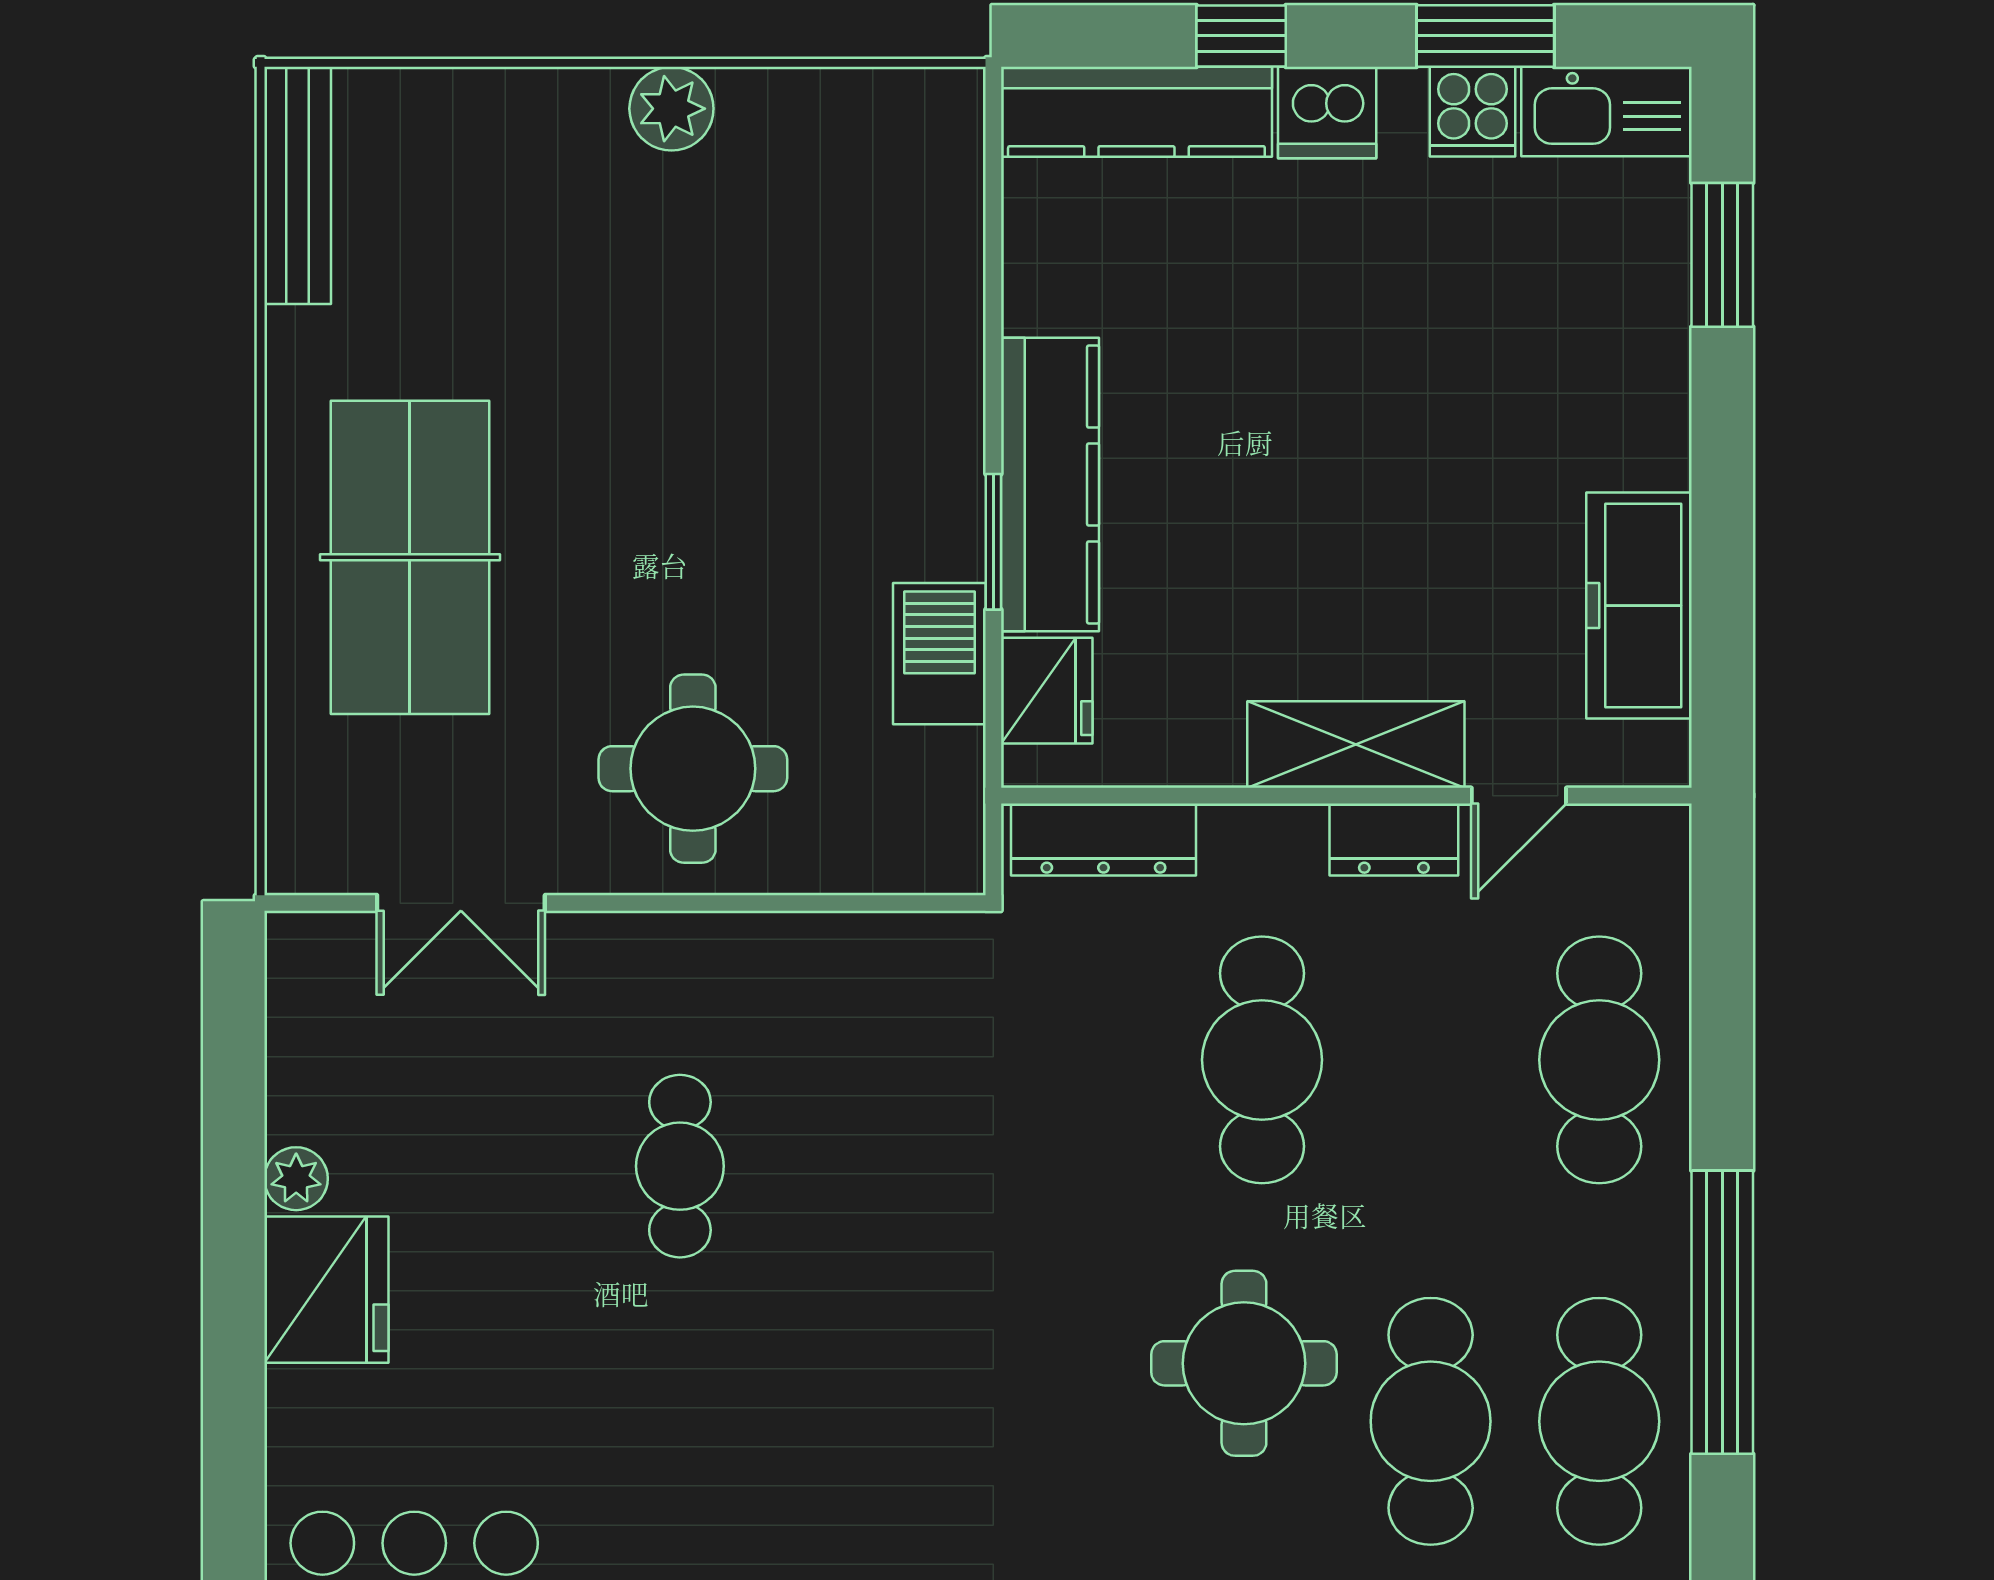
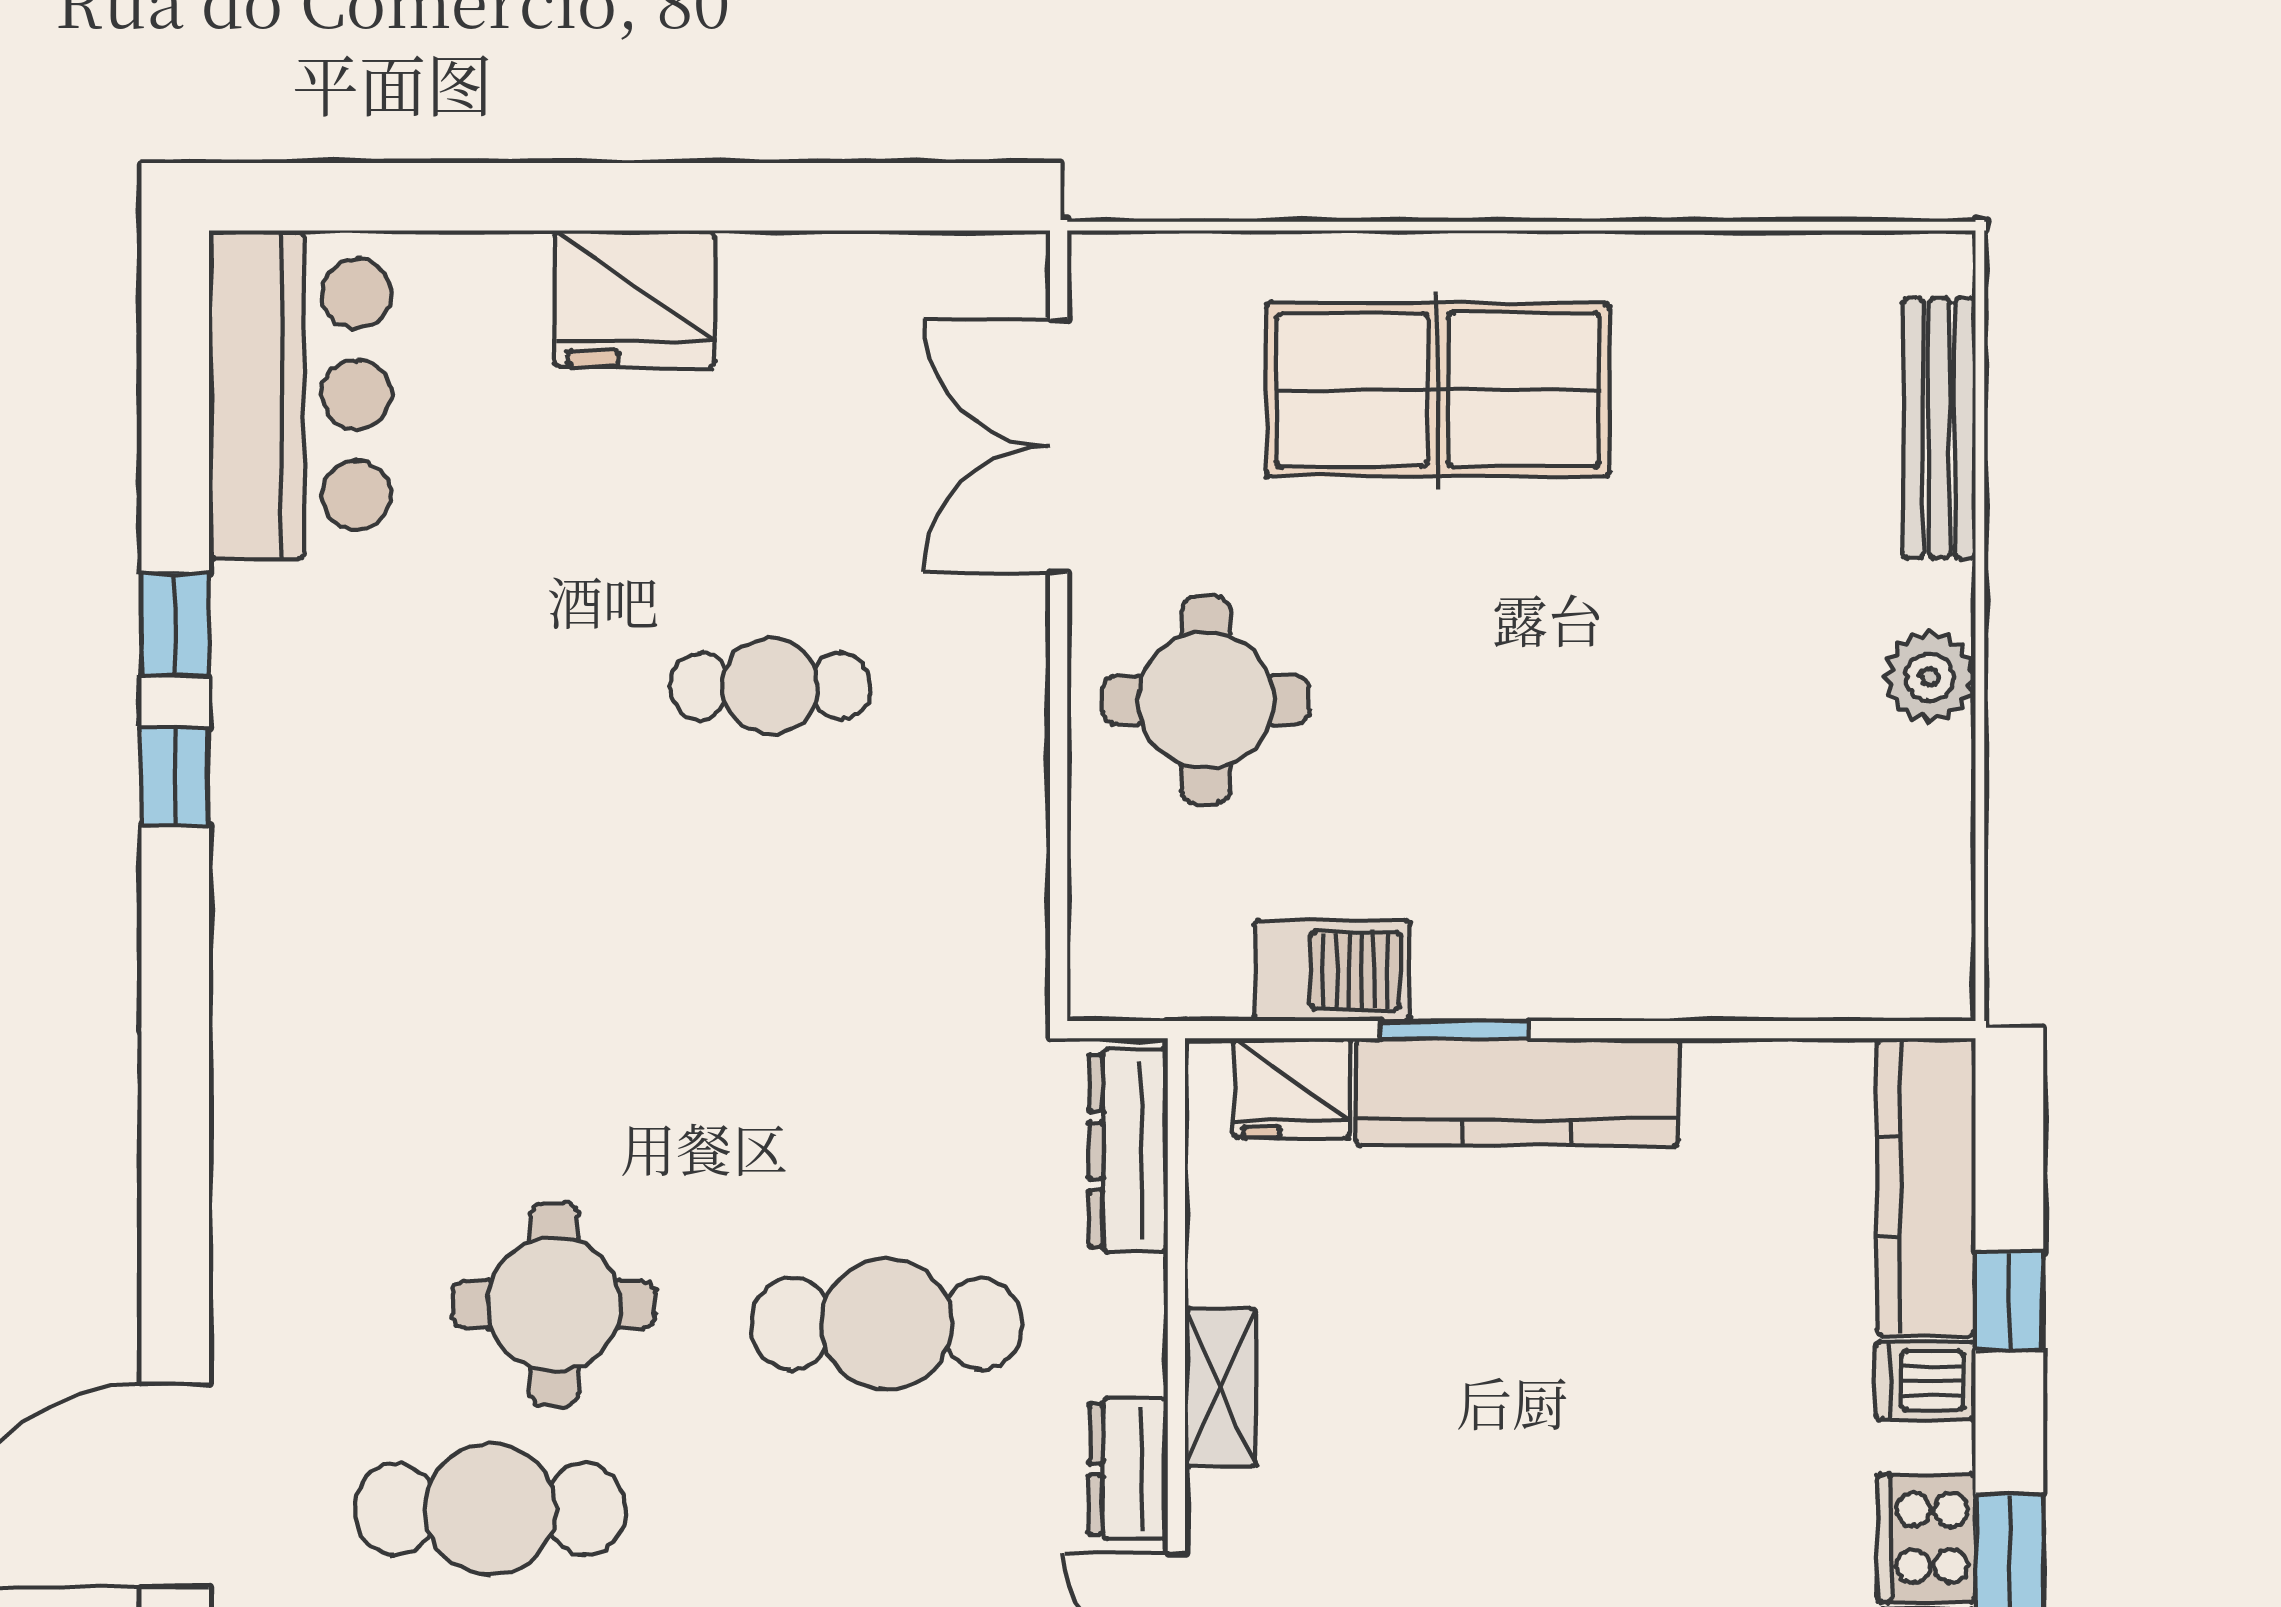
cooker: (1472, 112) -> (1926, 1538), width x1.36
dishwasher: (1327, 113) -> (1925, 1381), width x0.73
bench: (298, 185) -> (1939, 428), moved, turned 90
shelving: (1356, 744) -> (1221, 1387), width x0.67, depth x0.75
double door: (461, 903) -> (1059, 446), width x1.37
plant: (296, 1179) -> (756, 265), removed

